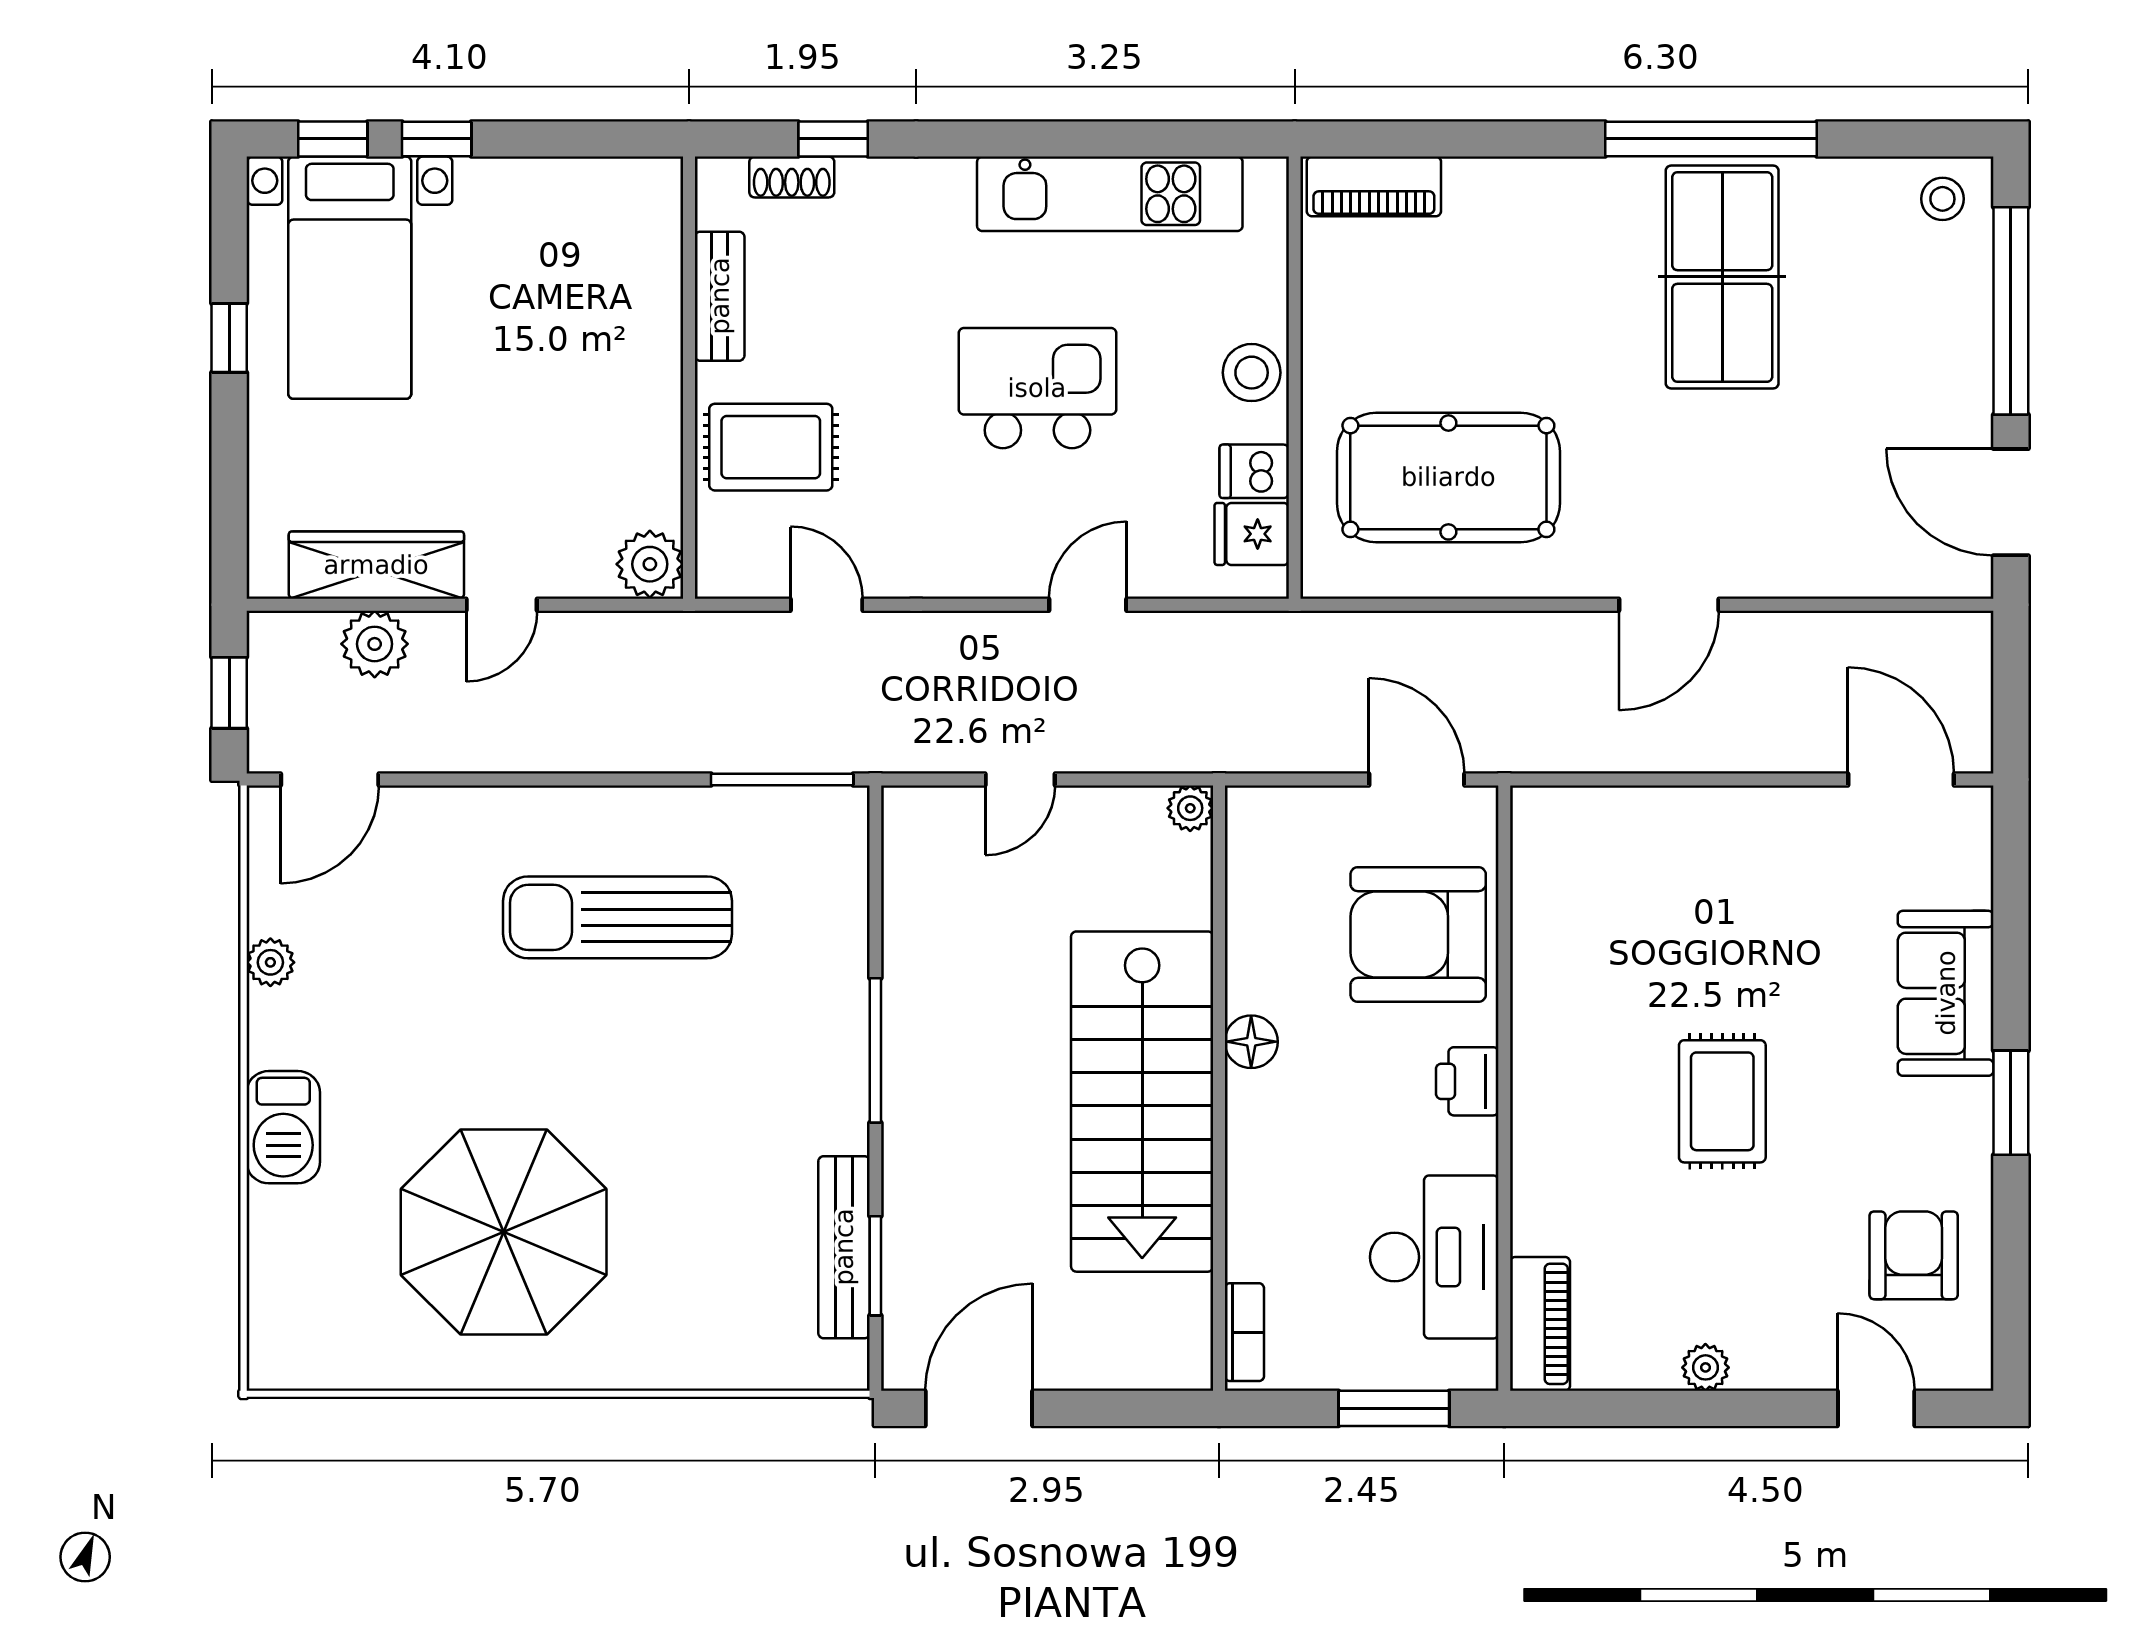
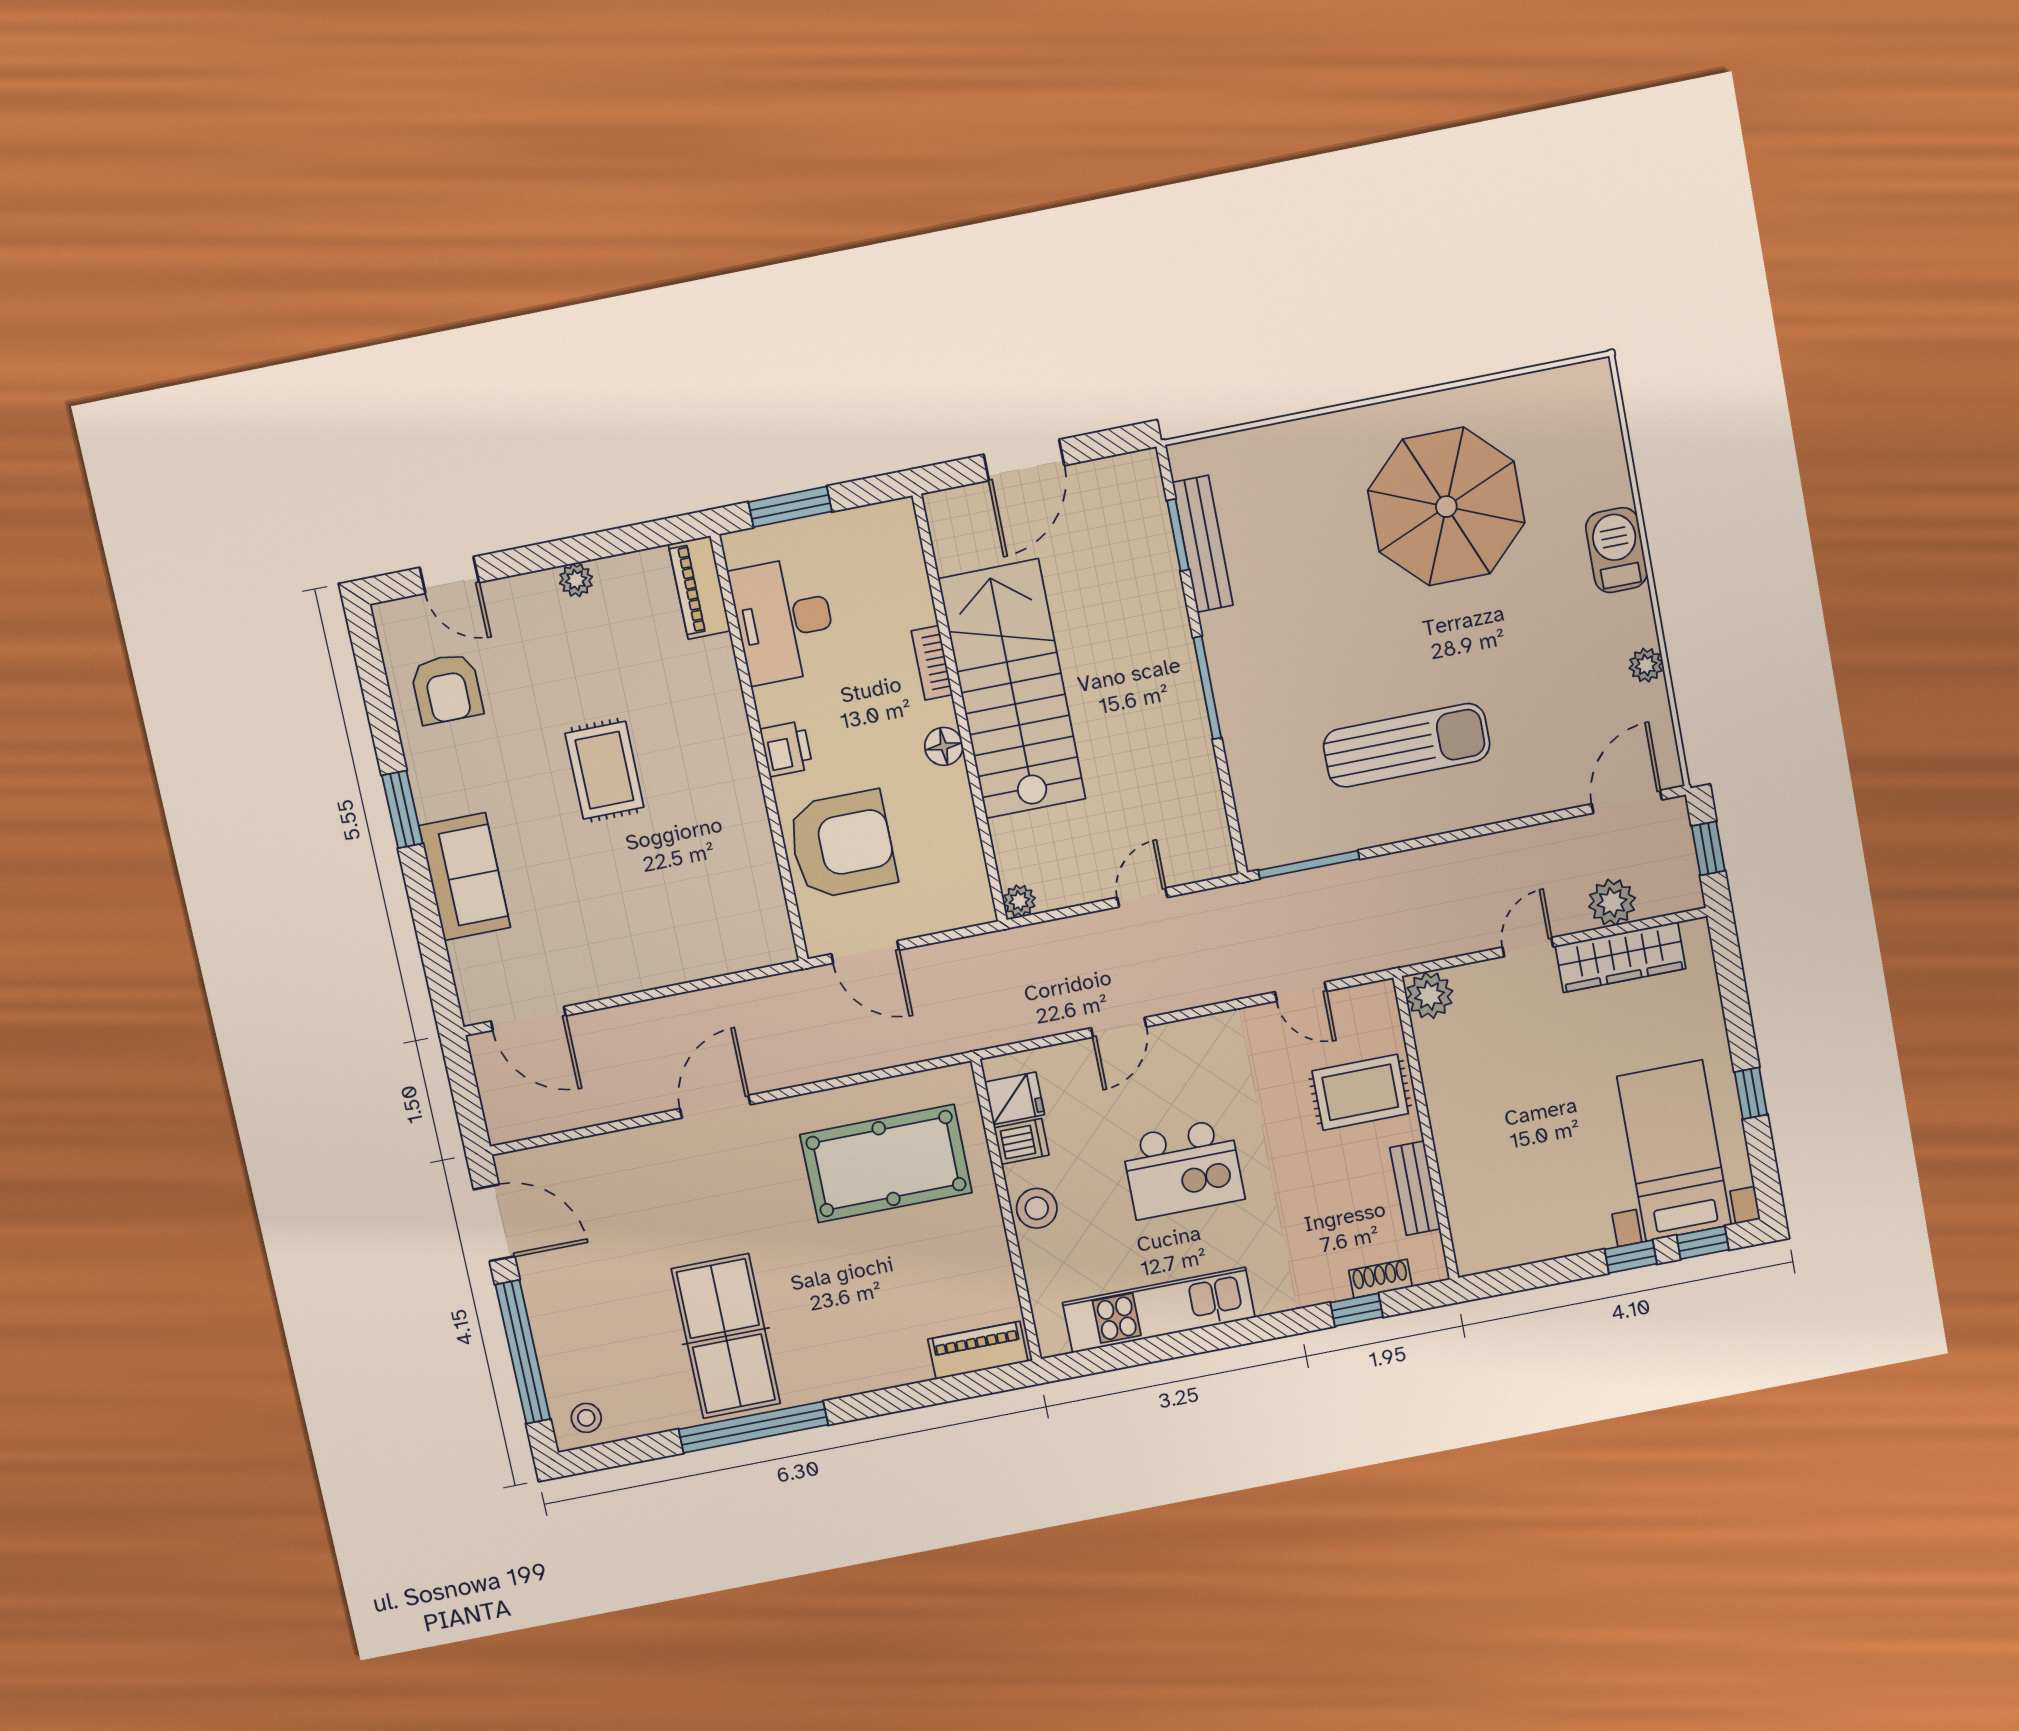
bookcase: (1244, 1332) -> (932, 663), moved
door: (979, 1408) -> (1024, 460), moved

